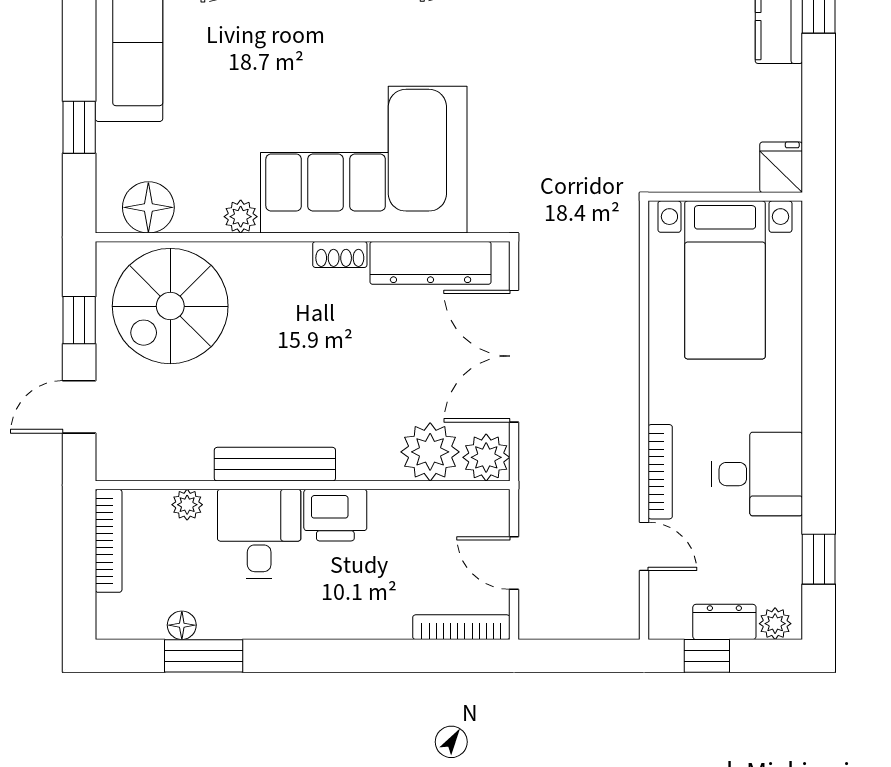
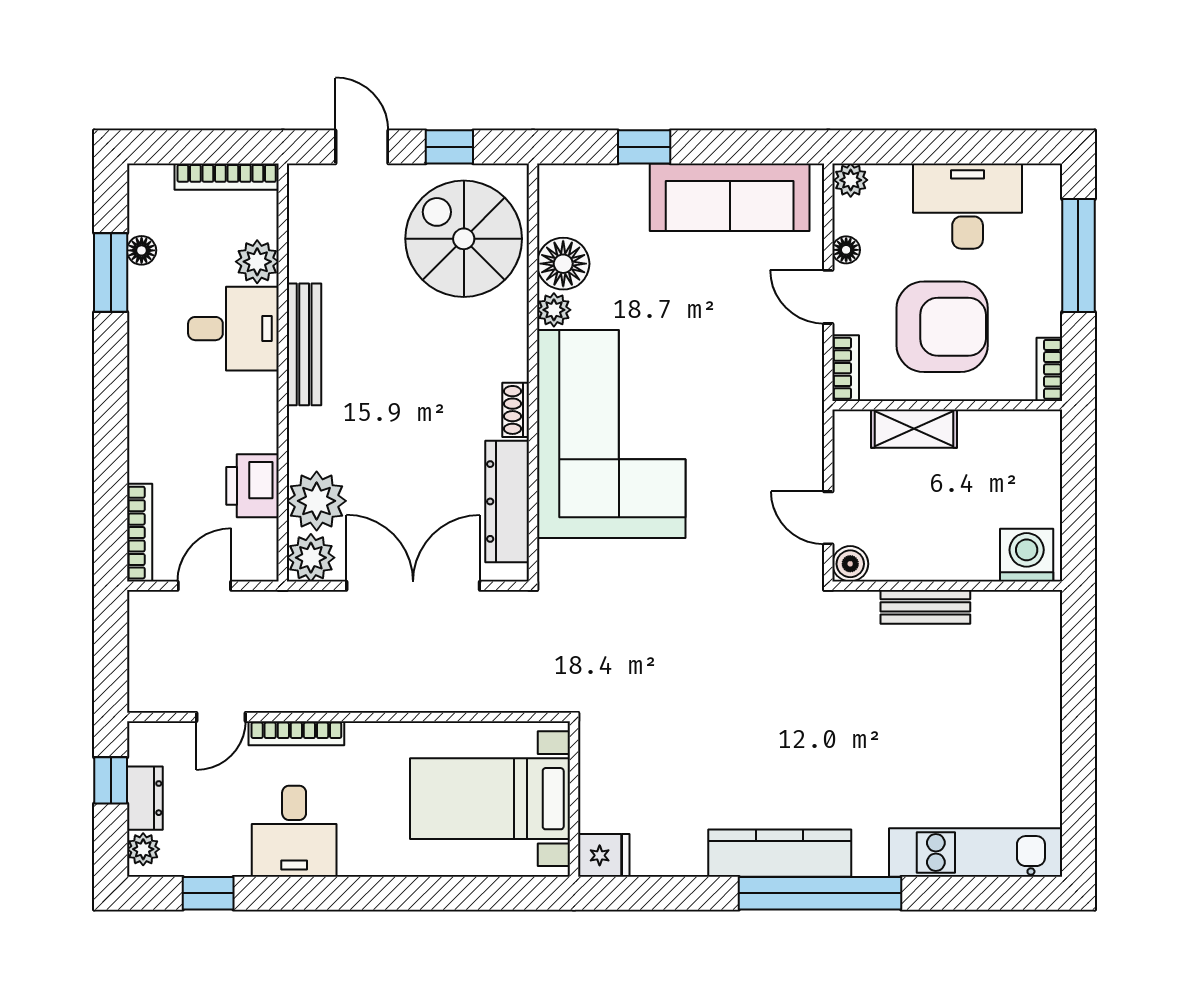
floor lamp: (148, 207) -> (563, 264), moved
plant: (187, 505) -> (257, 262), width x1.38, depth x1.38
printer: (335, 515) -> (253, 486), moved

